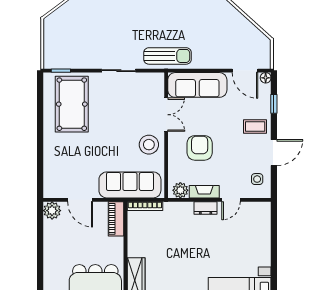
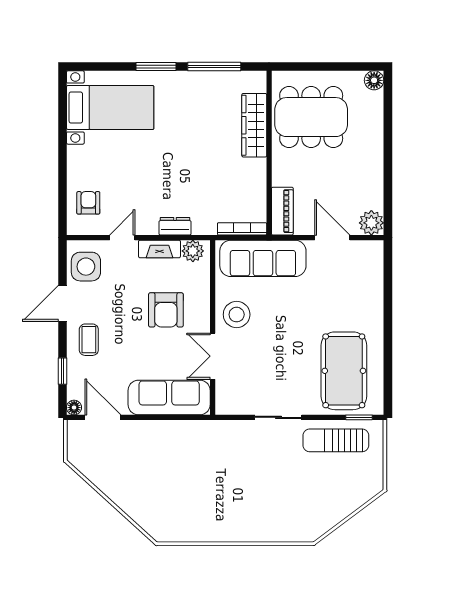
sun lounger: (167, 56) -> (336, 440), moved
coffee table: (255, 126) -> (89, 340), turned 90
side table: (257, 179) -> (86, 267), width x1.87, depth x1.87
dresser: (206, 208) -> (175, 226), moved
armchair: (255, 225) -> (88, 203), added

